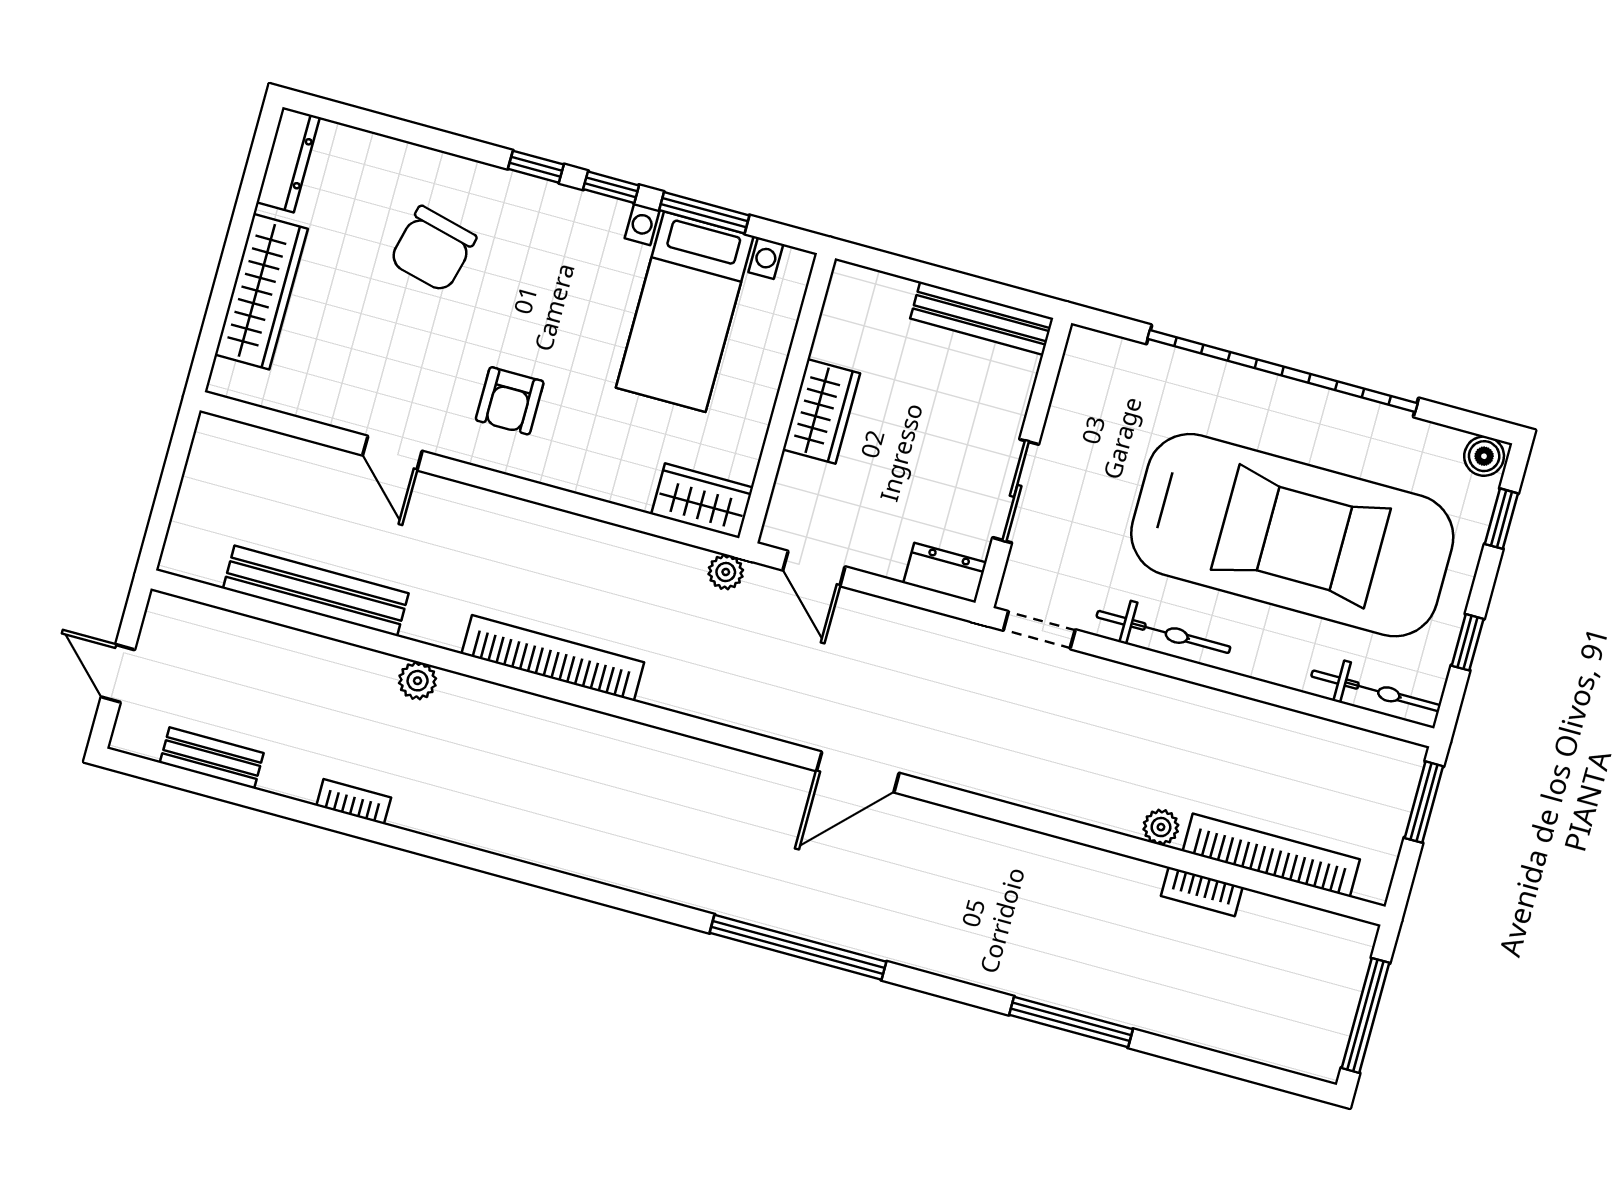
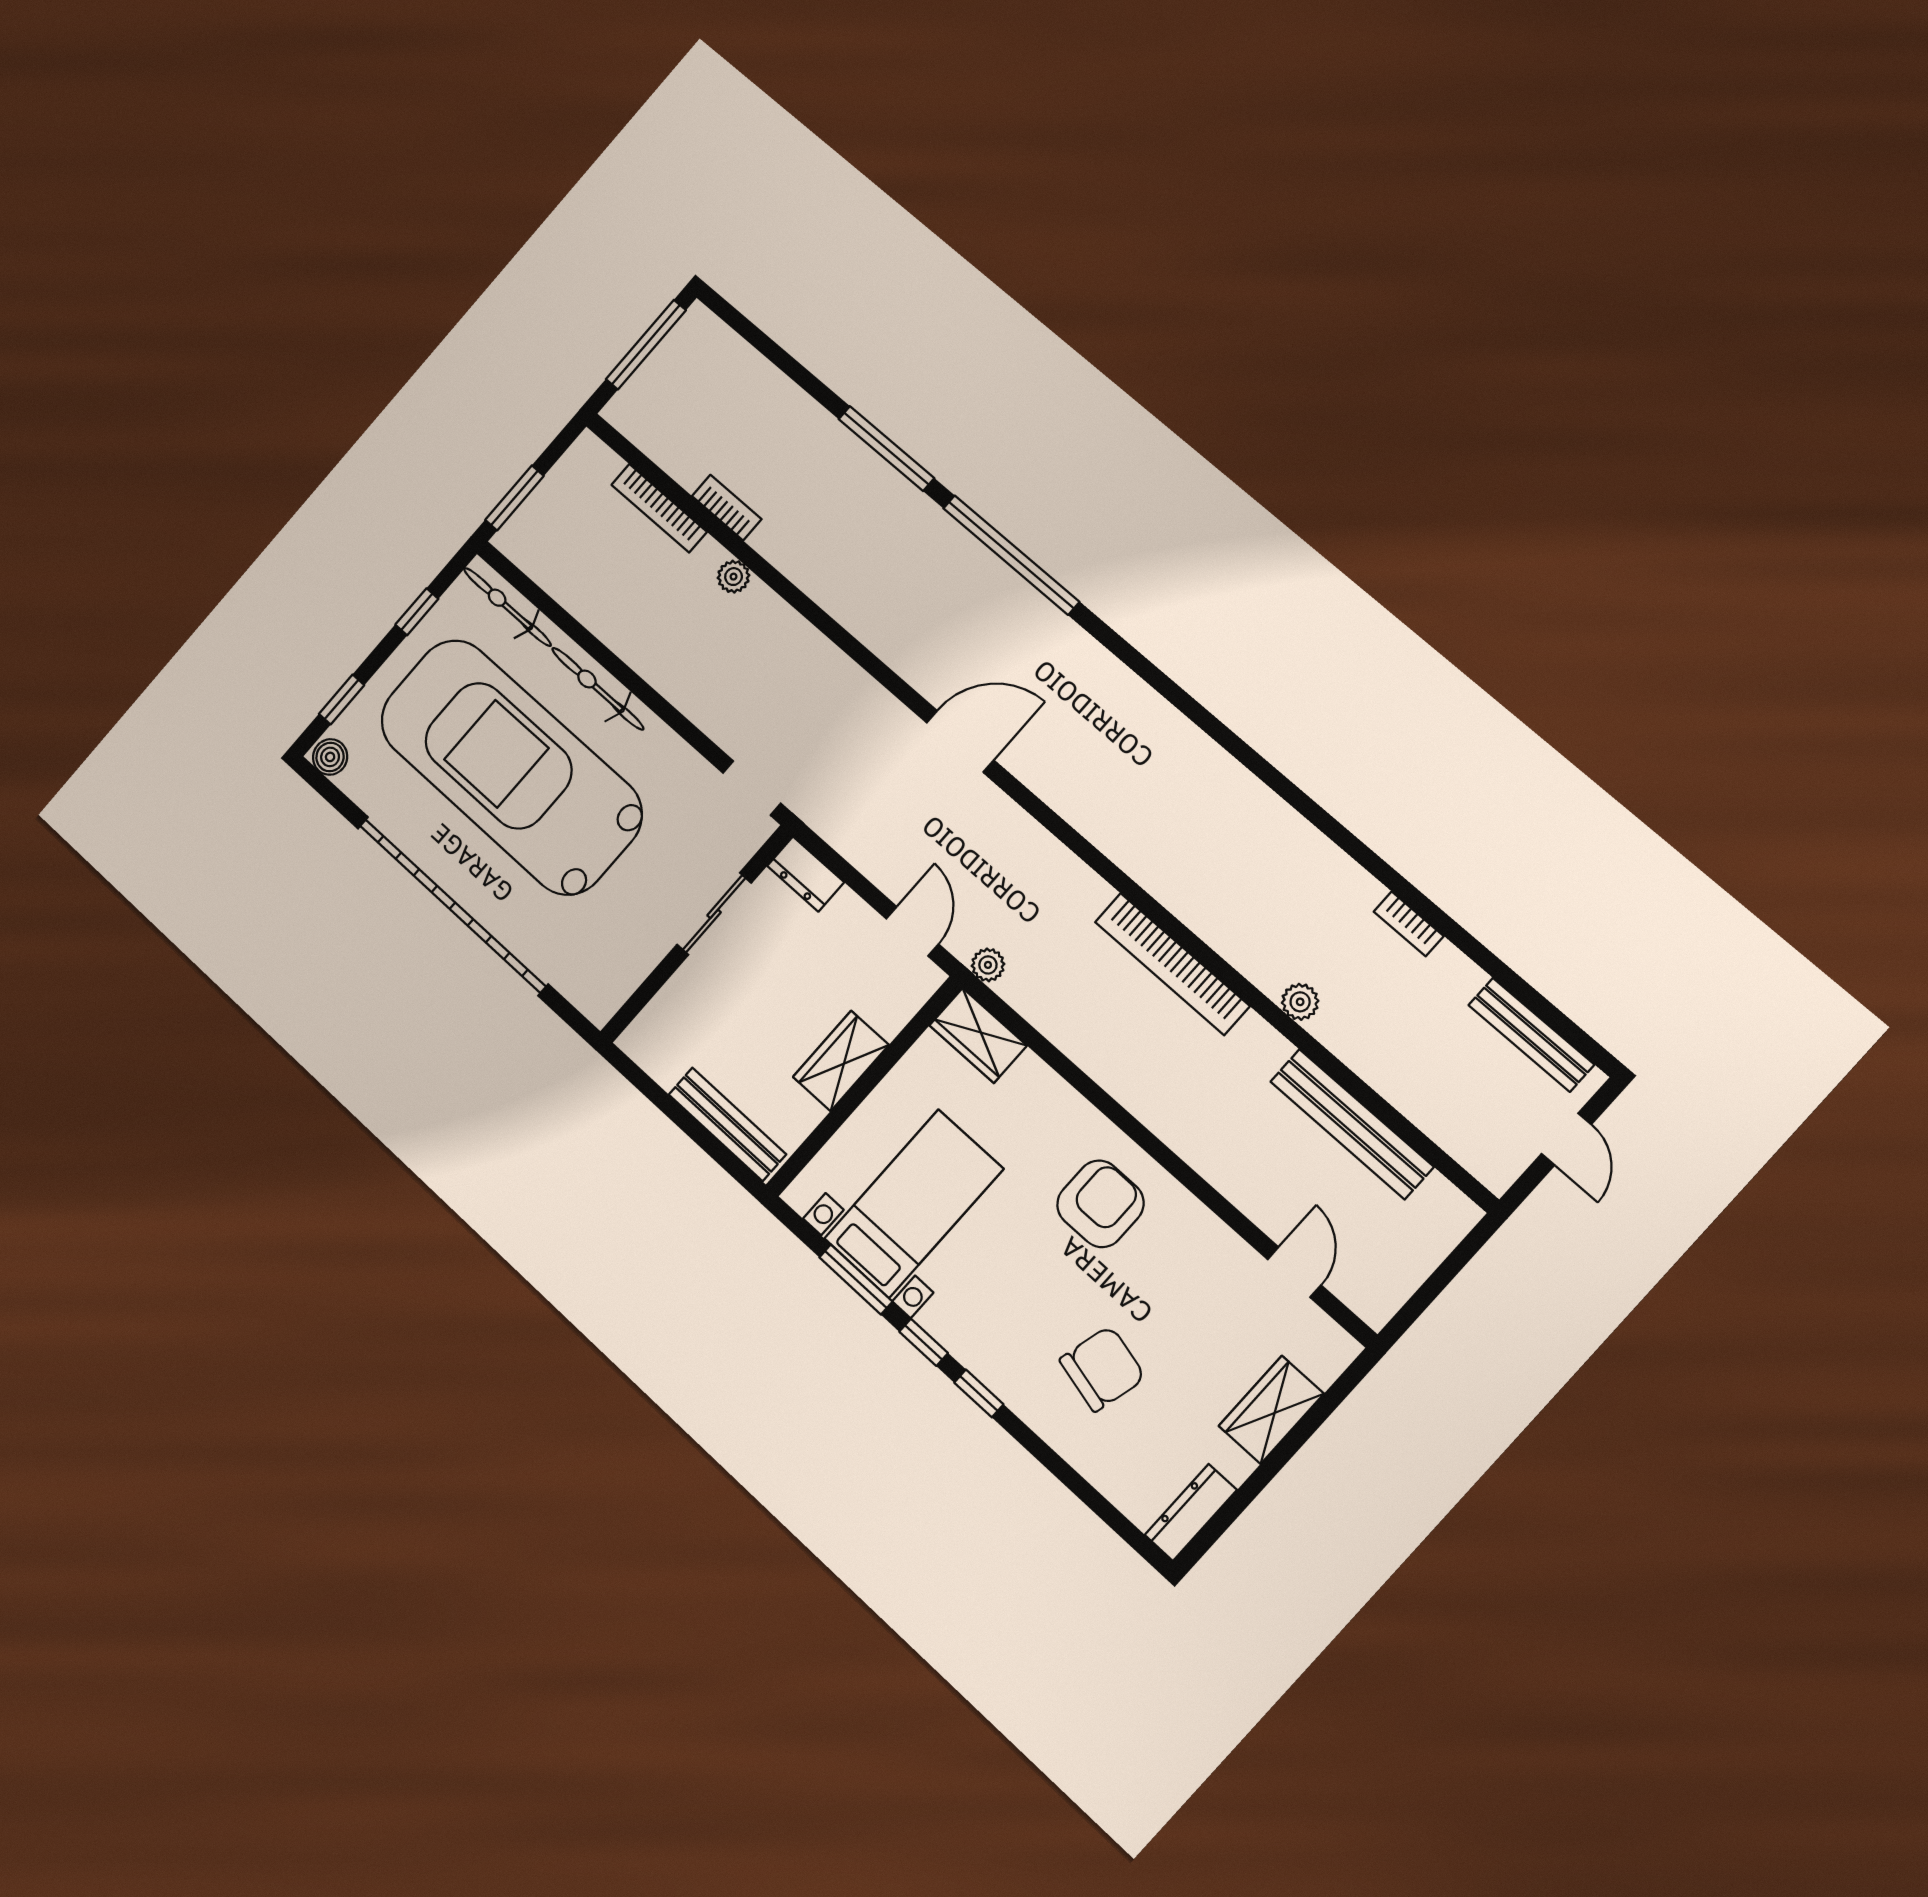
wardrobe: (261, 292) -> (1271, 1410), width x0.67
bench: (982, 318) -> (727, 1124), moved
armchair: (510, 401) -> (1100, 1204), width x1.38, depth x1.38
door: (392, 453) -> (1294, 1272), moved
bicycle: (1163, 632) -> (598, 689), moved
bench: (212, 758) -> (1531, 1035), width x1.36
bookcase: (1271, 855) -> (659, 508), width x0.68, depth x0.76
window: (798, 947) -> (1011, 555), moved

